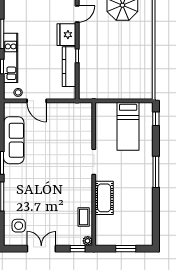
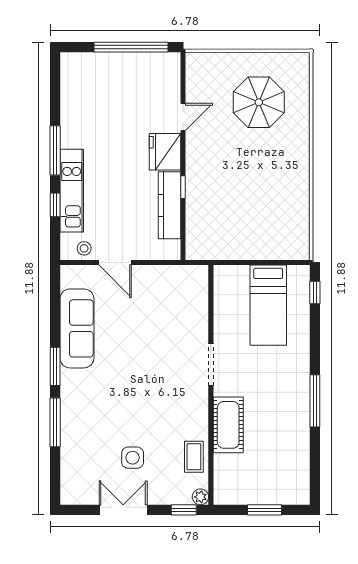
window: (156, 172) -> (315, 401), moved
side table: (19, 226) -> (133, 458), moved

